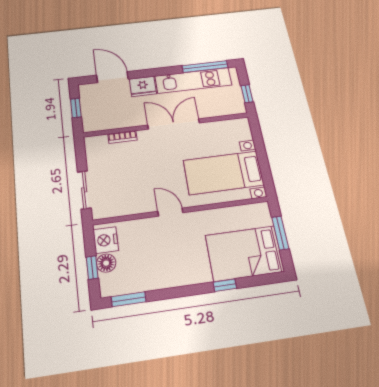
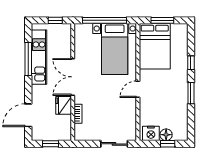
window: (205, 67) -> (28, 59), moved
fridge: (143, 86) -> (64, 105), moved, turned 180
window: (261, 154) -> (104, 20), added
bed: (245, 253) -> (155, 46), moved
window: (129, 299) -> (191, 93), moved

